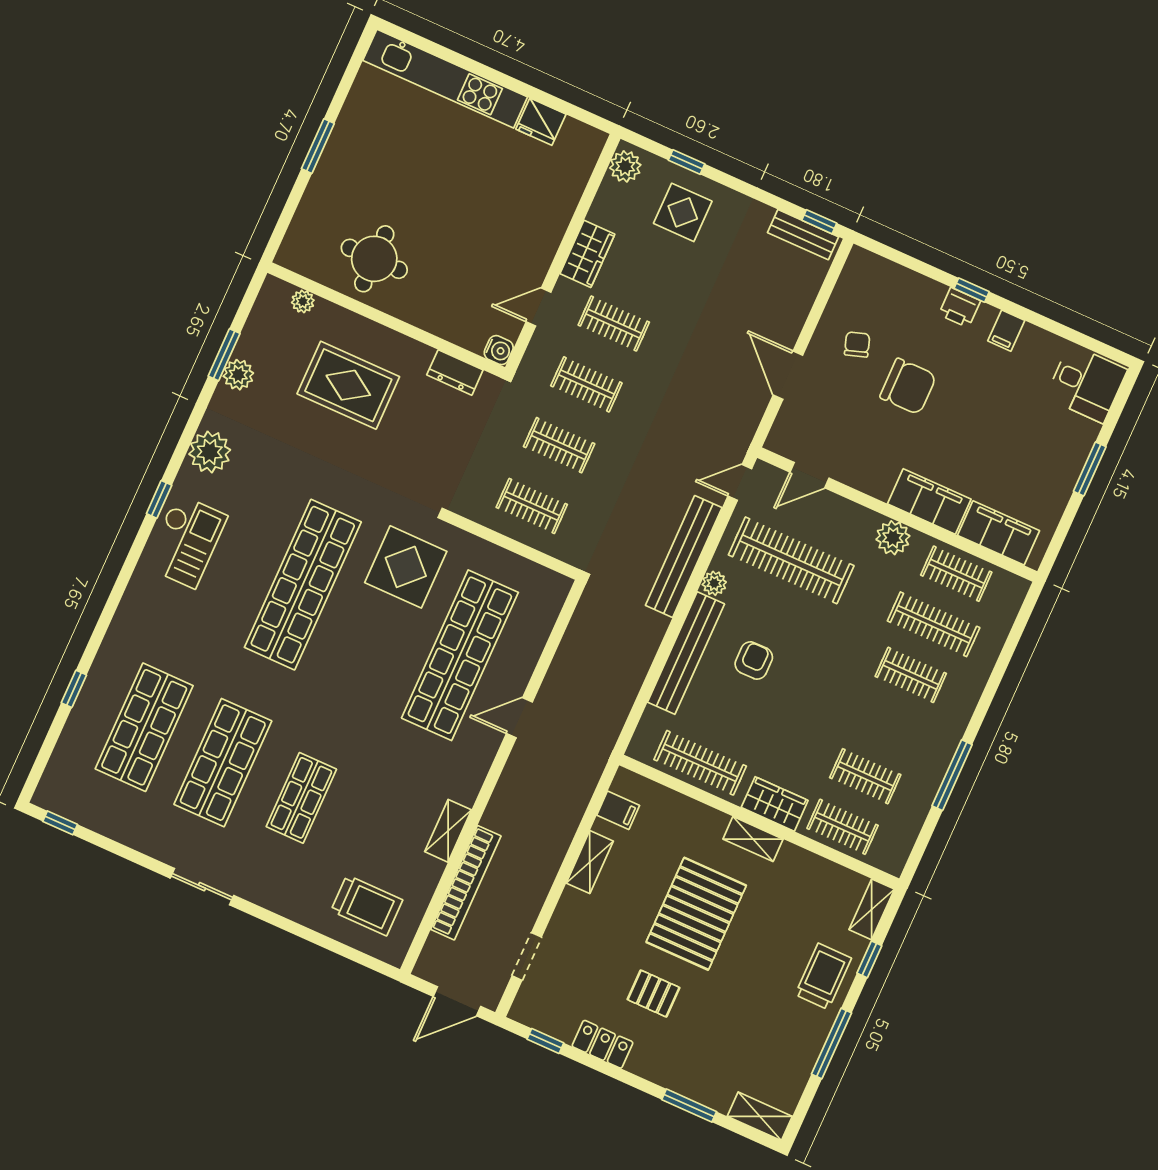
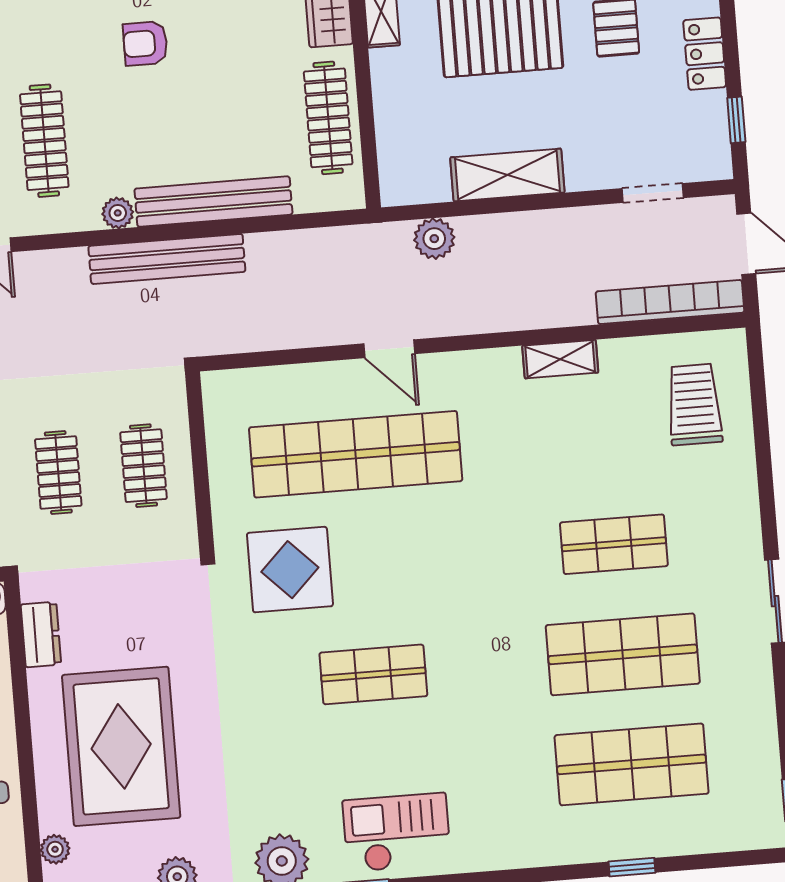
rug: (348, 385) -> (121, 746), width x1.37, depth x1.44
bench: (684, 557) -> (167, 259), moved
clothes rail: (791, 560) -> (44, 141), width x0.73, depth x0.76
shop shelf: (303, 585) -> (373, 674), width x0.50, depth x0.74
armchair: (754, 661) -> (145, 43), moved
plant: (578, 790) -> (434, 239), added
filing cabinet: (618, 810) -> (432, 181), removed
shelving: (590, 862) -> (507, 175), width x1.50, depth x1.33
bookcase: (466, 883) -> (670, 302), moved

